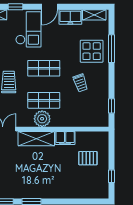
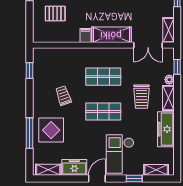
plant: (42, 119) -> (105, 56), removed
filing cabinet: (65, 138) -> (85, 36), width x0.50

